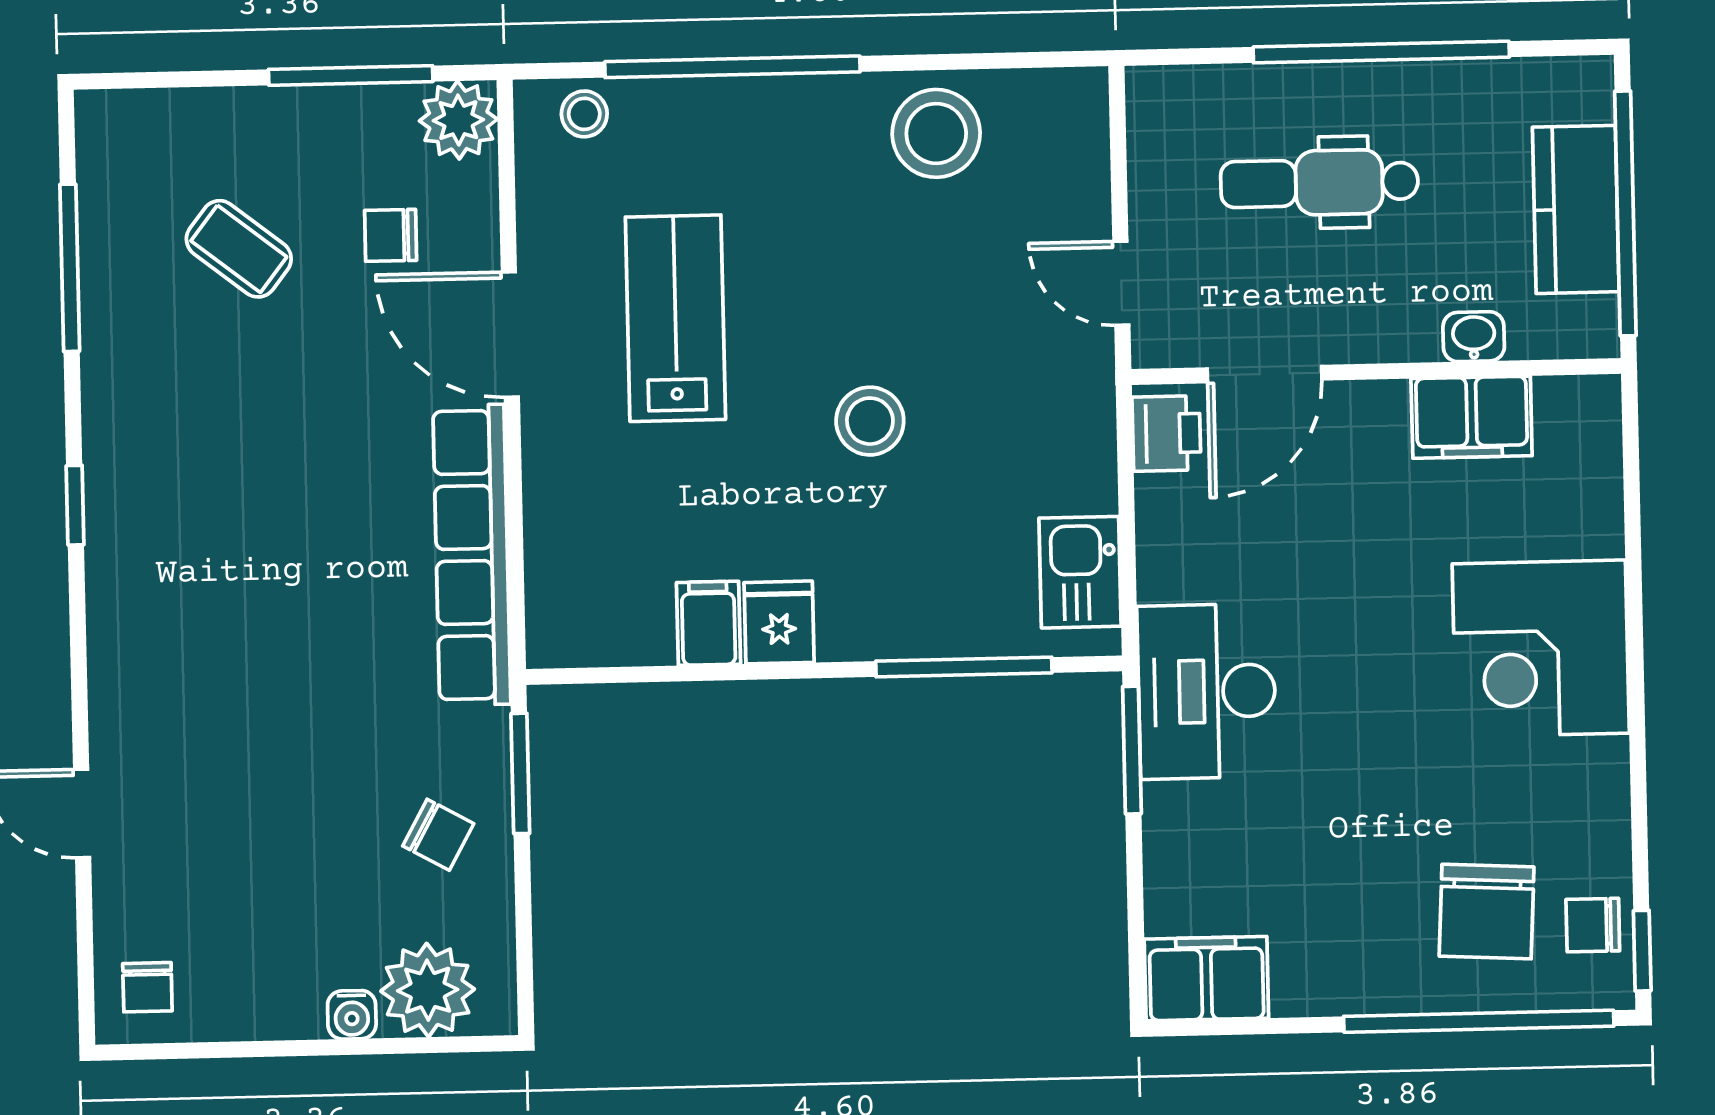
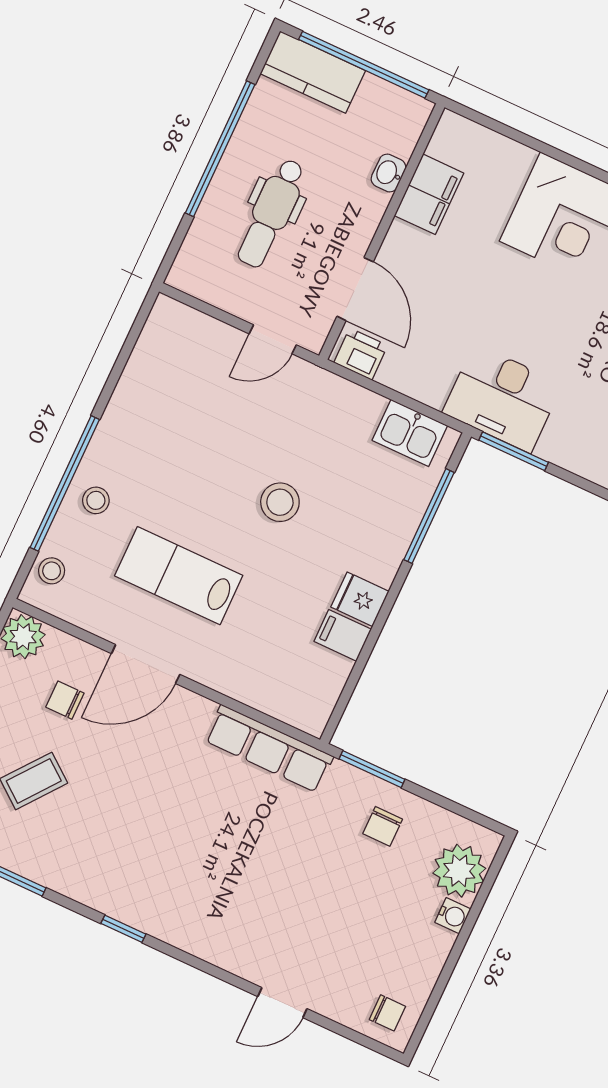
stool: (936, 133) -> (96, 500), moved, width x0.53, depth x0.53
kitchen counter: (1576, 209) -> (313, 72), moved
chair: (391, 235) -> (65, 700), turned 90
row of seats: (472, 555) -> (269, 749), width x0.73
chair: (438, 835) -> (383, 826), turned 151

